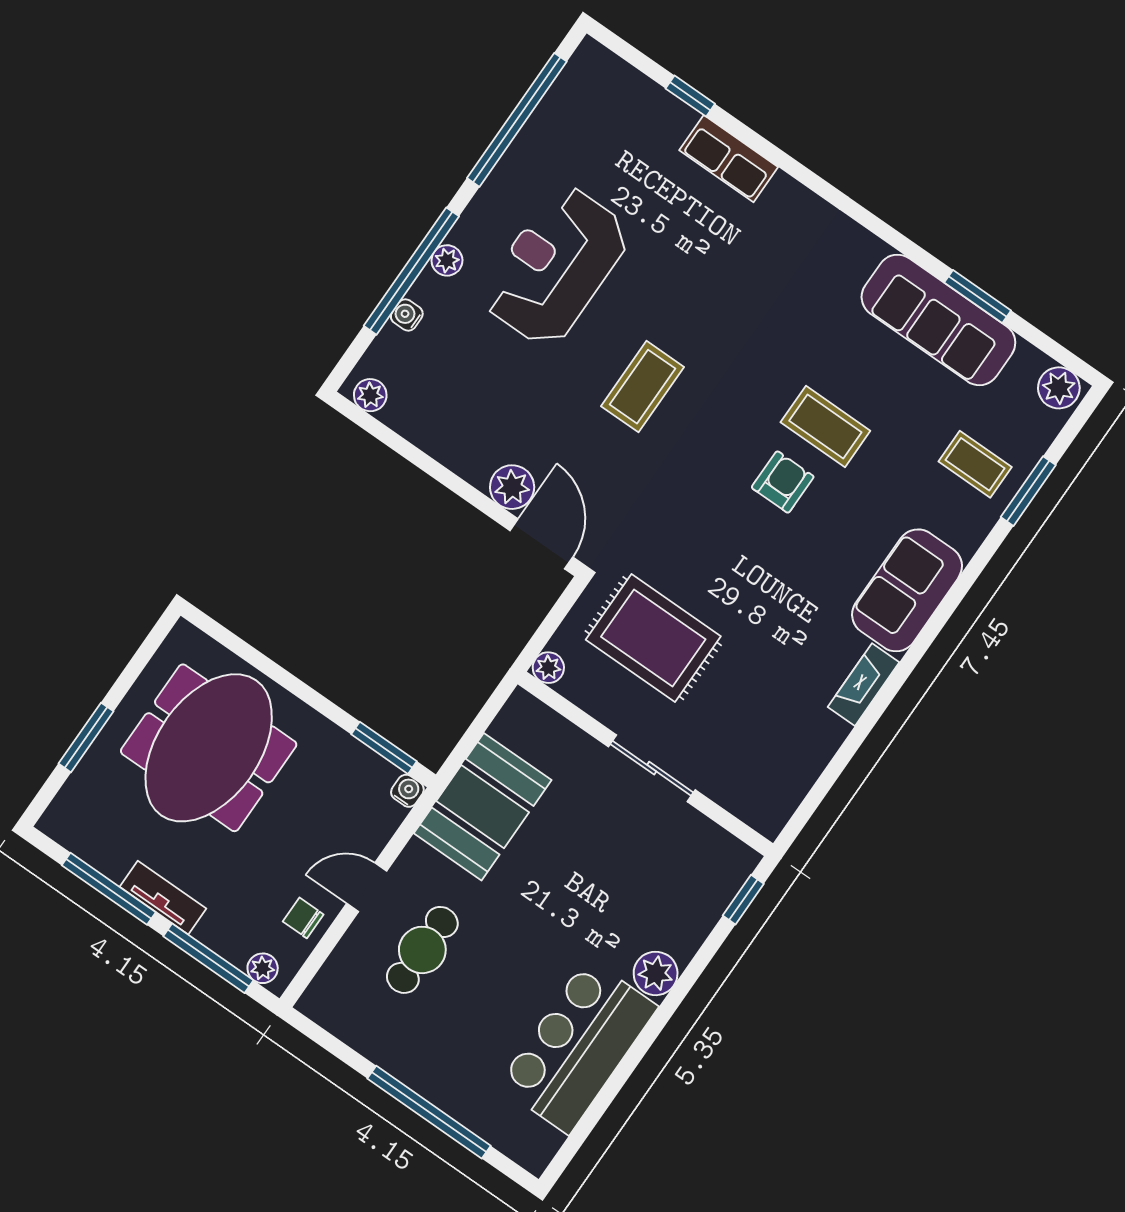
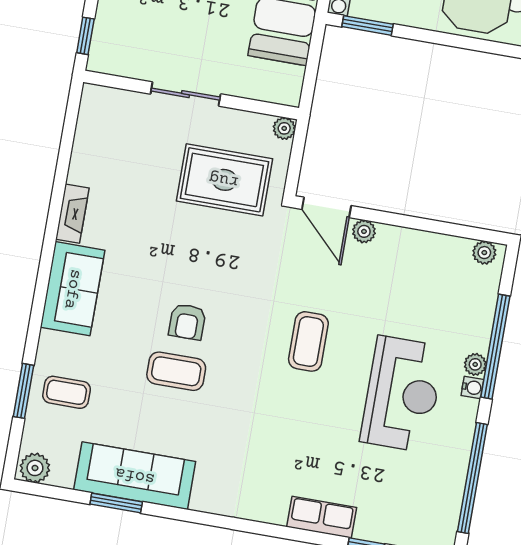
water cooler: (407, 315) -> (472, 387), moved
plant: (512, 487) -> (364, 231), width x0.73, depth x0.73

